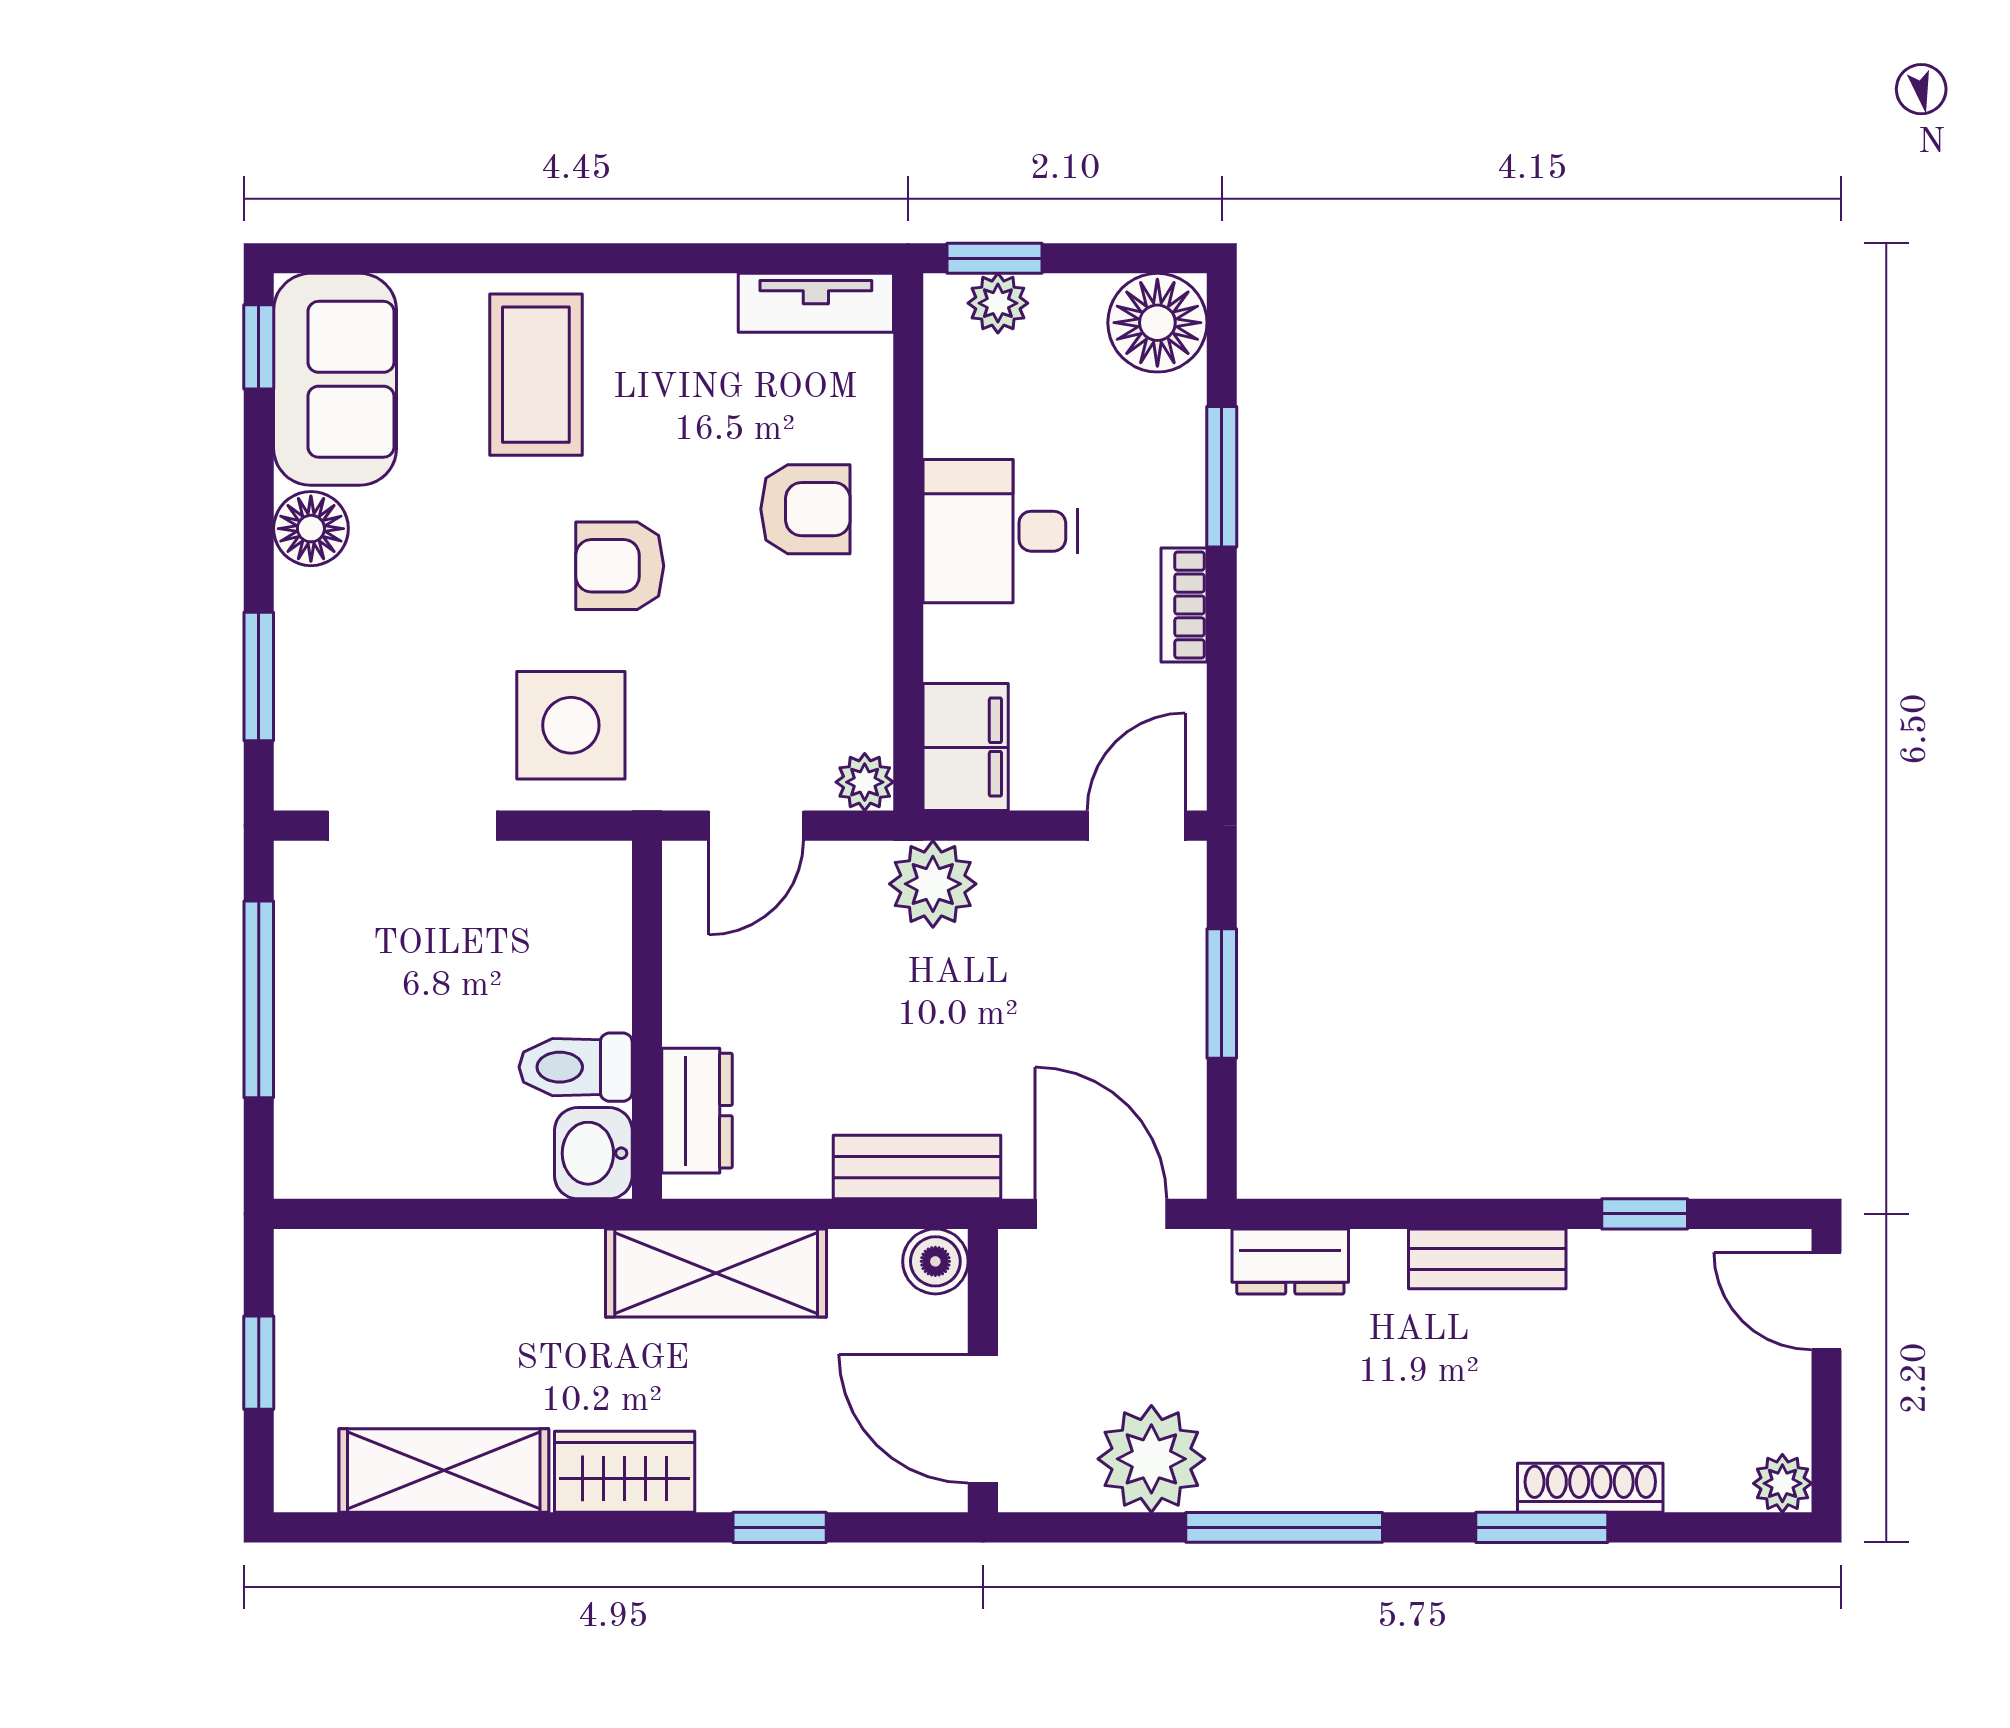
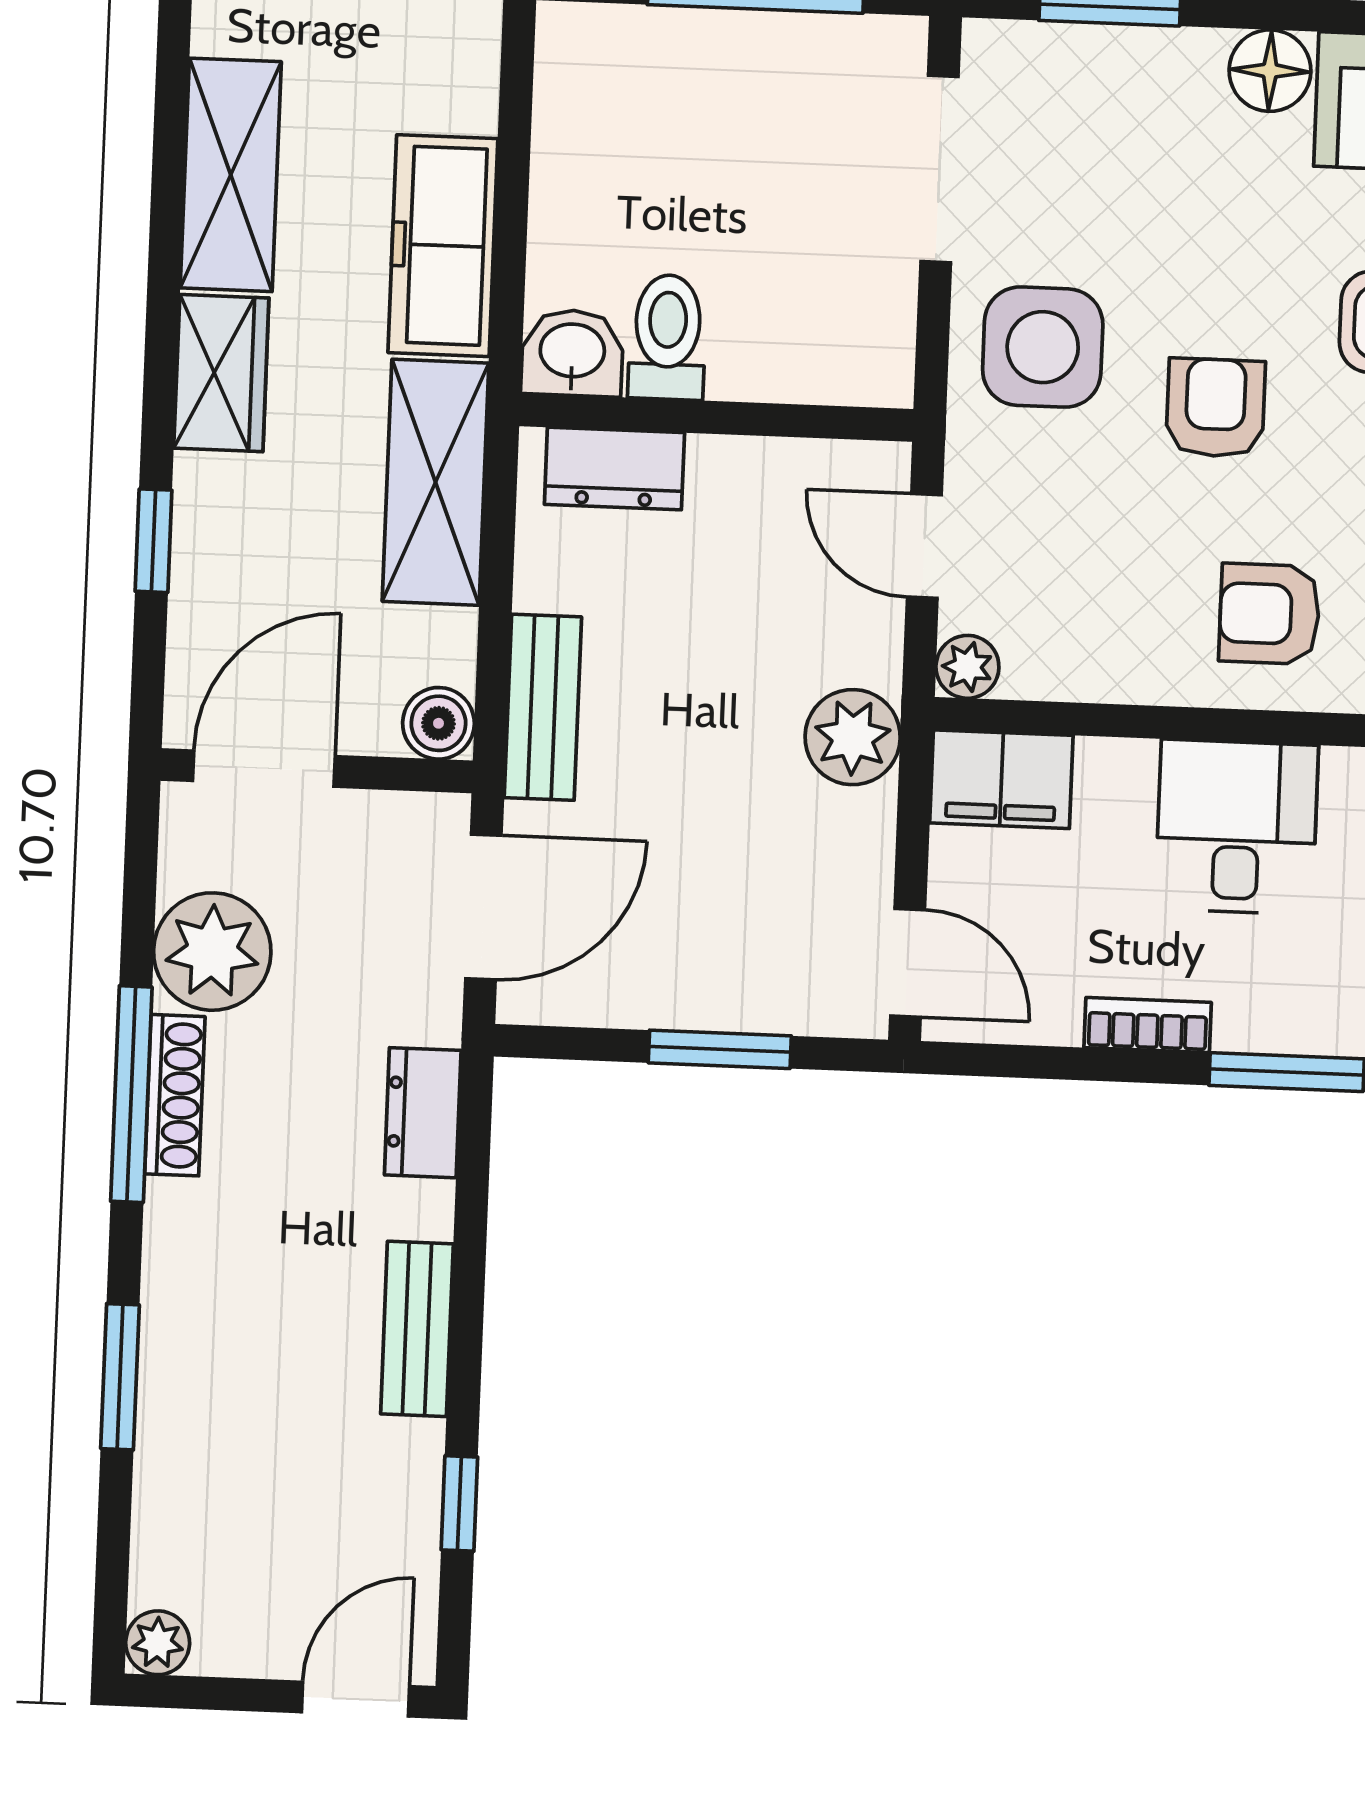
armchair: (805, 509) -> (1269, 614), turned 90
freezer: (500, 1275) -> (443, 246), added
shoe rack: (1590, 1488) -> (175, 1095), moved

